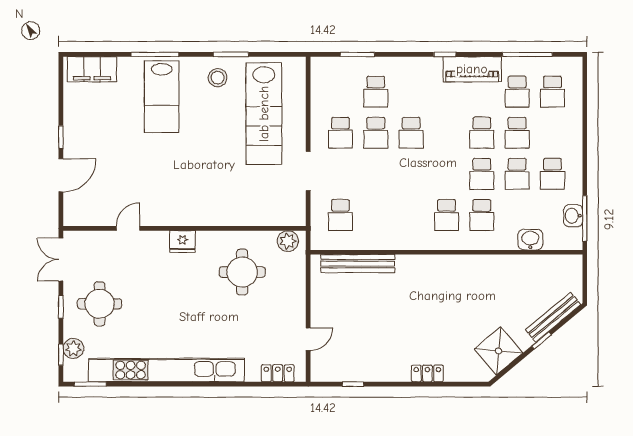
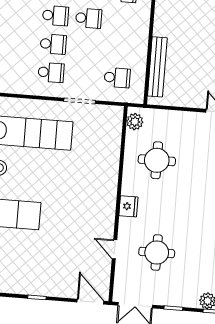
school desk: (376, 92) -> (89, 18), moved
door: (61, 175) -> (90, 302), moved
round table: (100, 304) -> (157, 253), moved

